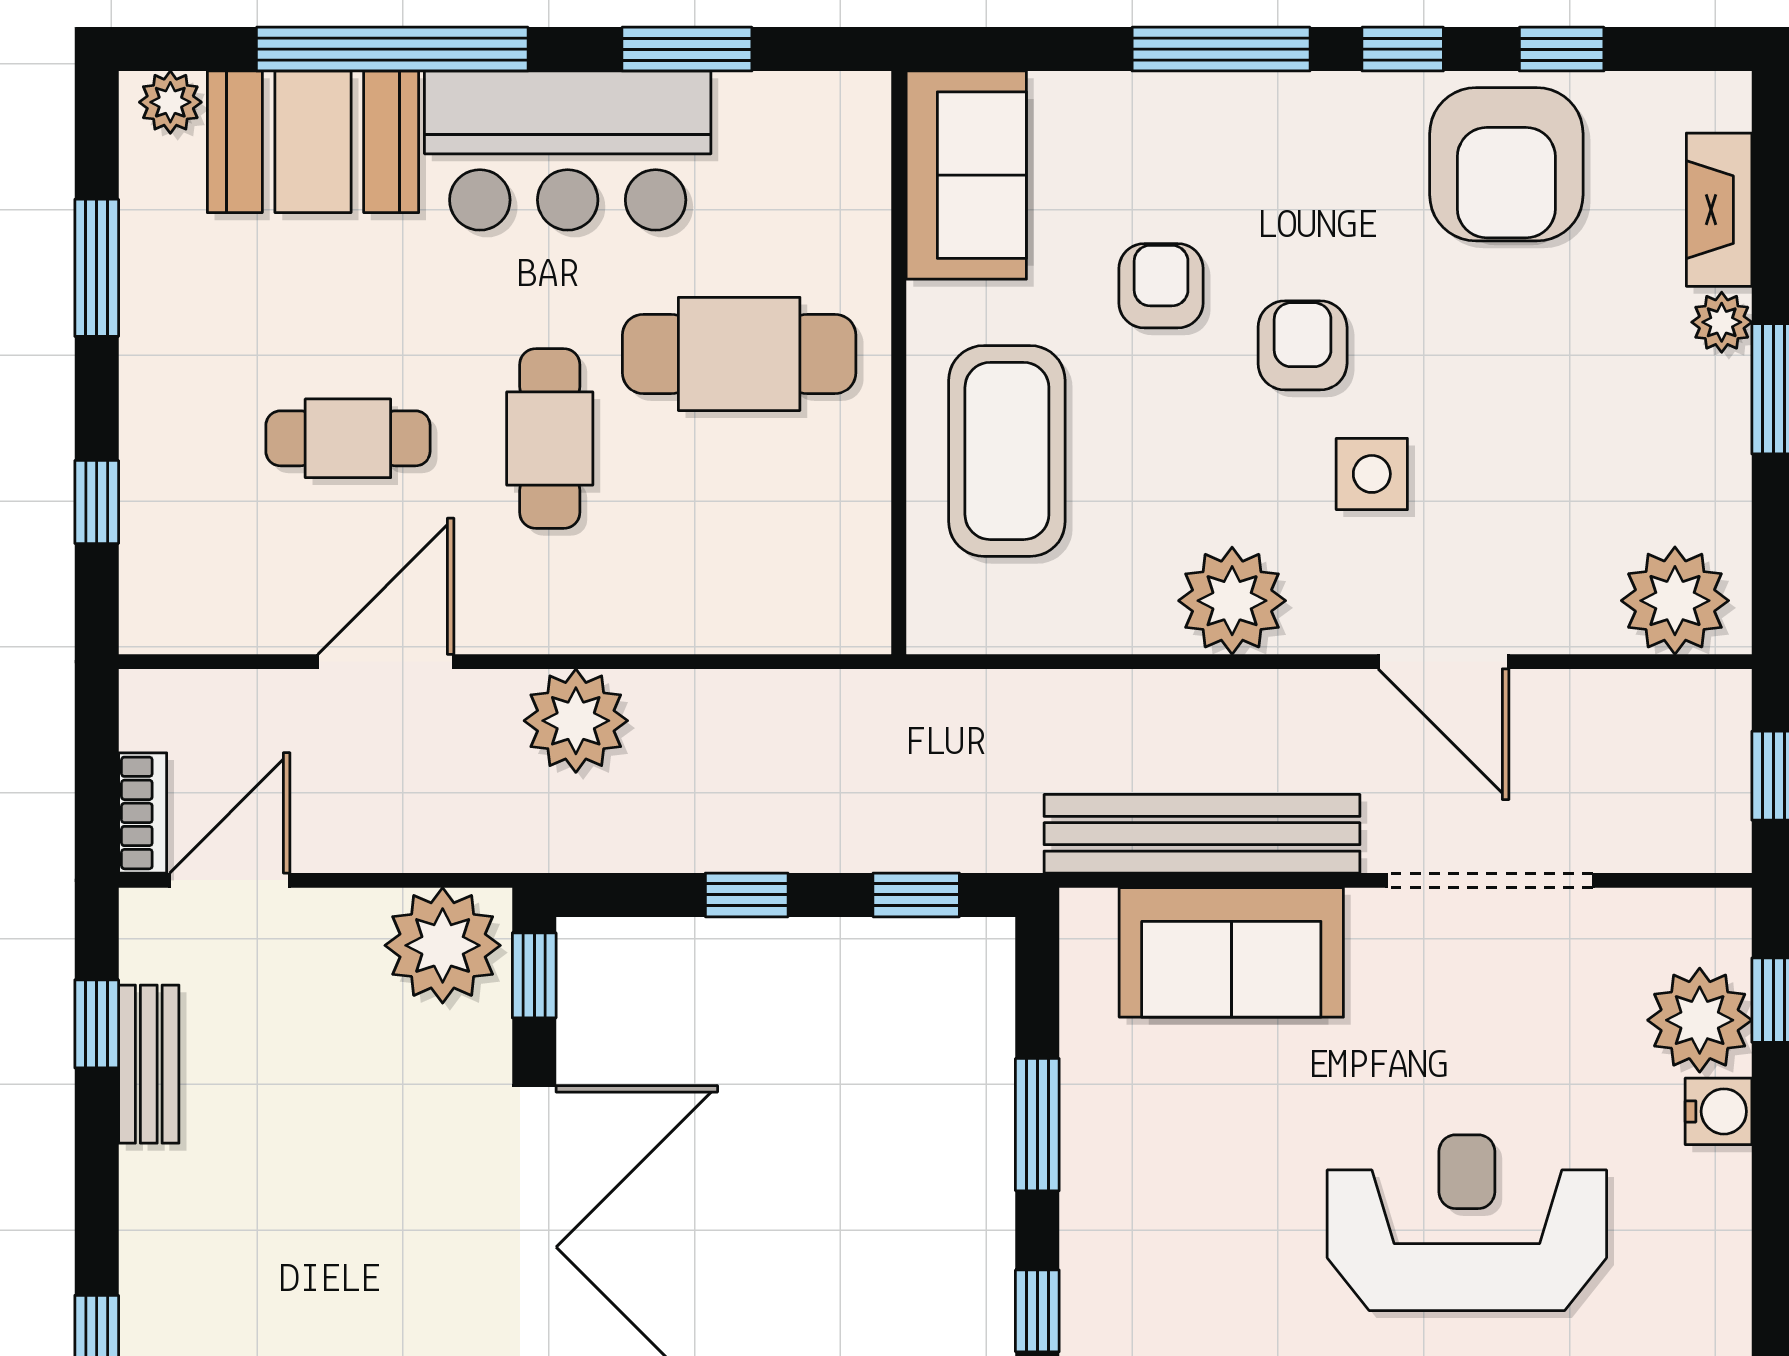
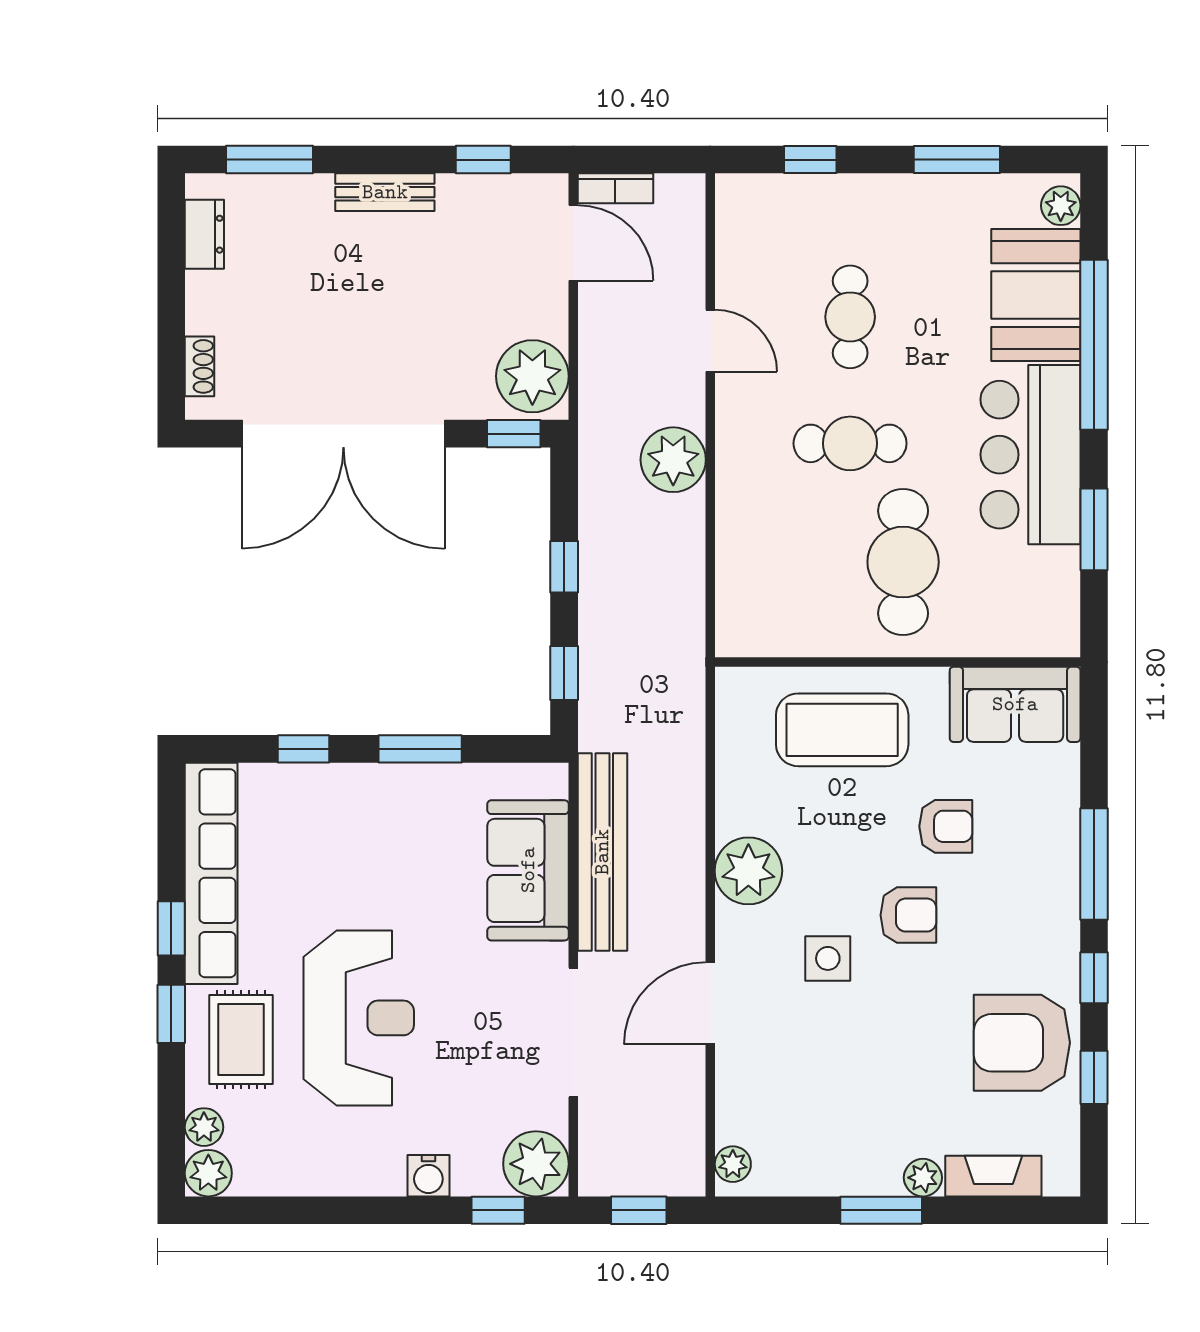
plant: (1675, 601) -> (733, 1164), width x0.53, depth x0.53
door: (386, 662) -> (710, 341), width x0.73
plant: (1700, 1020) -> (536, 1164), moved
bench: (149, 1064) -> (385, 192), moved

